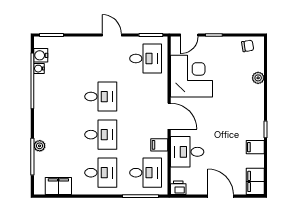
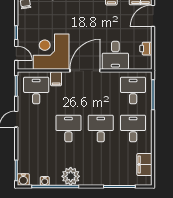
water cooler: (41, 55) -> (23, 179), moved
door: (169, 116) -> (85, 71), width x1.36
filing cabinet: (159, 145) -> (56, 79), moved
plant: (40, 146) -> (71, 176), moved, width x1.87, depth x1.87
printer: (178, 188) -> (146, 49), moved
door: (221, 196) -> (153, 16), moved

